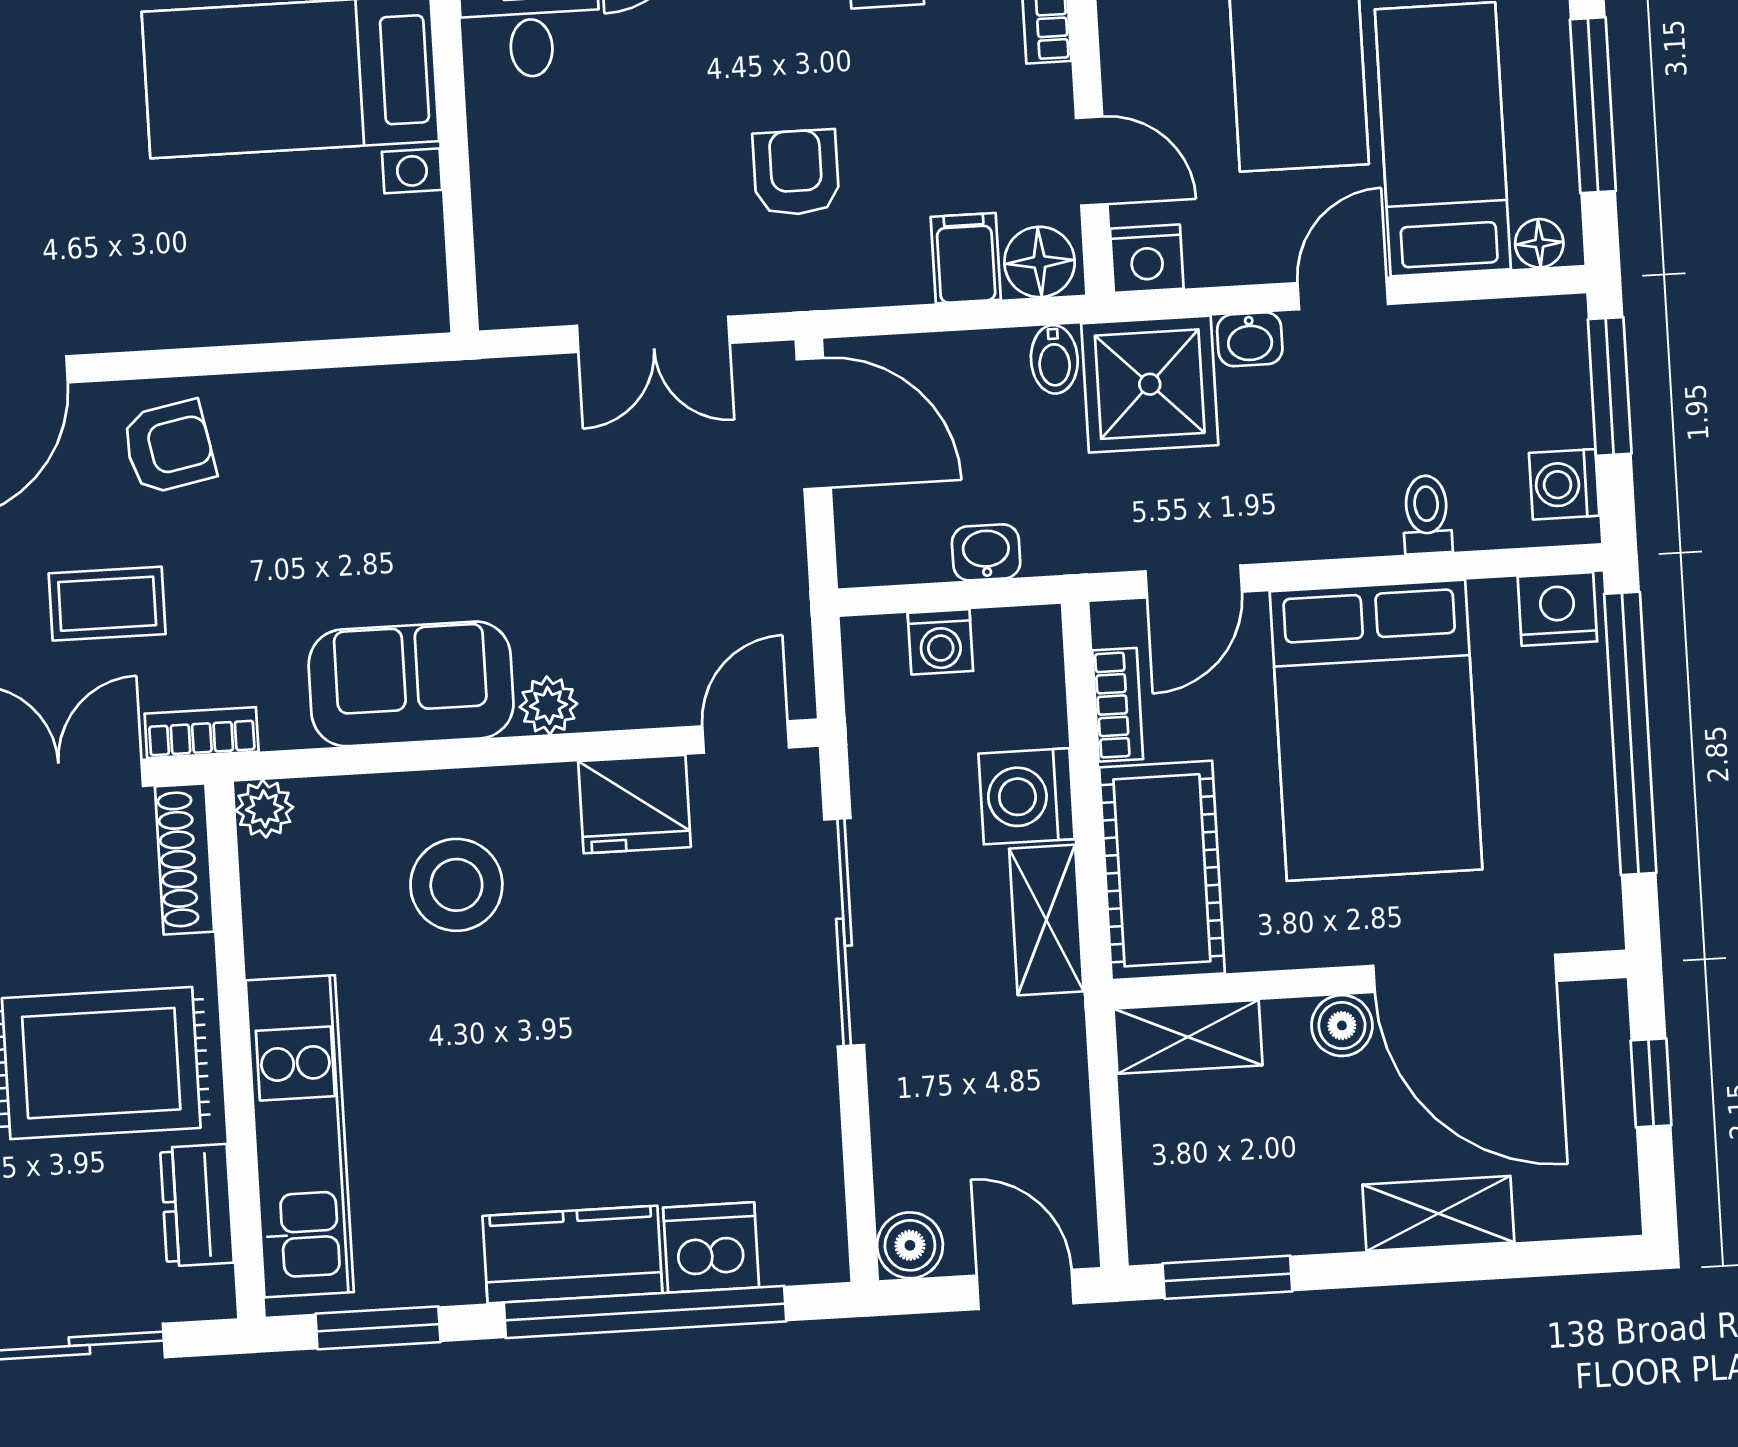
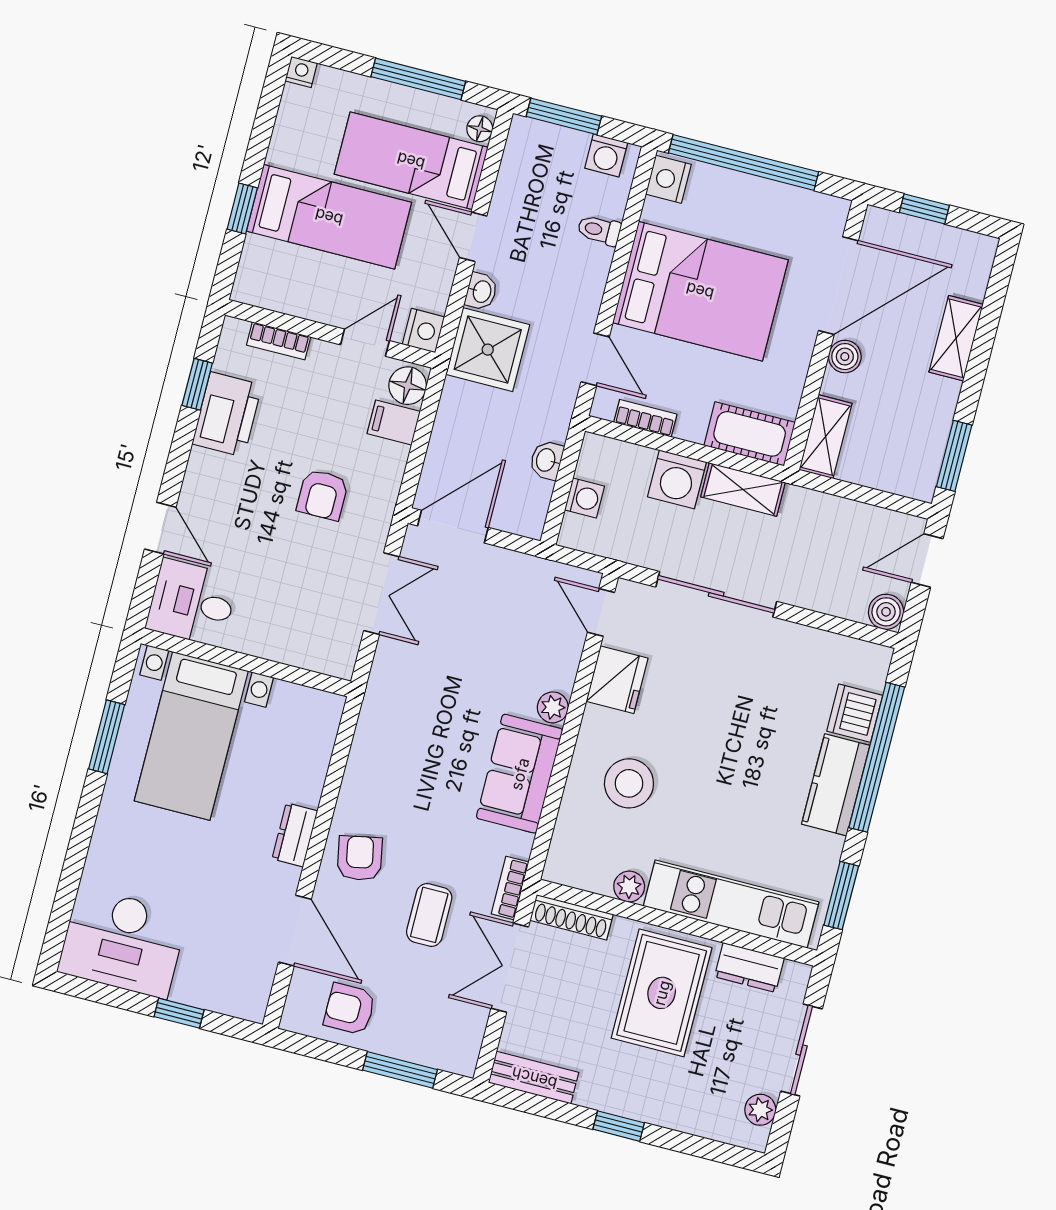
armchair: (796, 173) -> (323, 495), turned -90
dresser: (173, 318) -> (295, 835), added
bidet: (1054, 359) -> (460, 394), removed
plant: (264, 809) -> (629, 887), moved
cot: (1162, 870) -> (750, 434), width x0.73, depth x0.75

